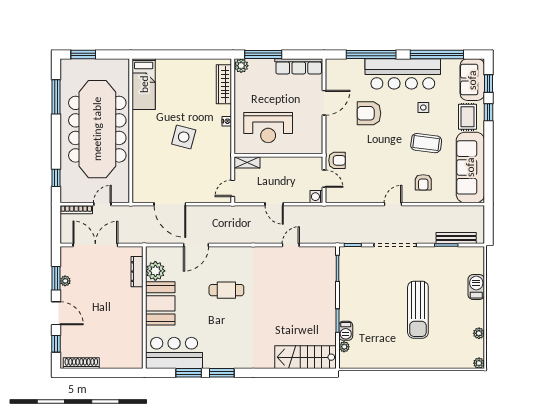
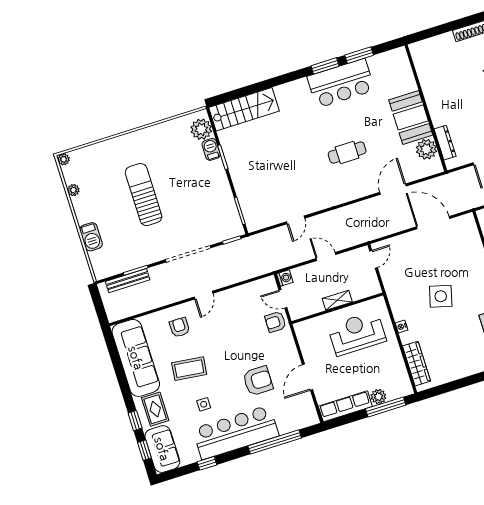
window: (437, 54) -> (207, 463), width x0.32
plant: (241, 66) -> (378, 397), moved
shelving: (247, 162) -> (337, 300), moved
plant: (344, 347) -> (201, 129), width x1.87, depth x1.87
bar counter: (174, 353) -> (341, 83), moved

